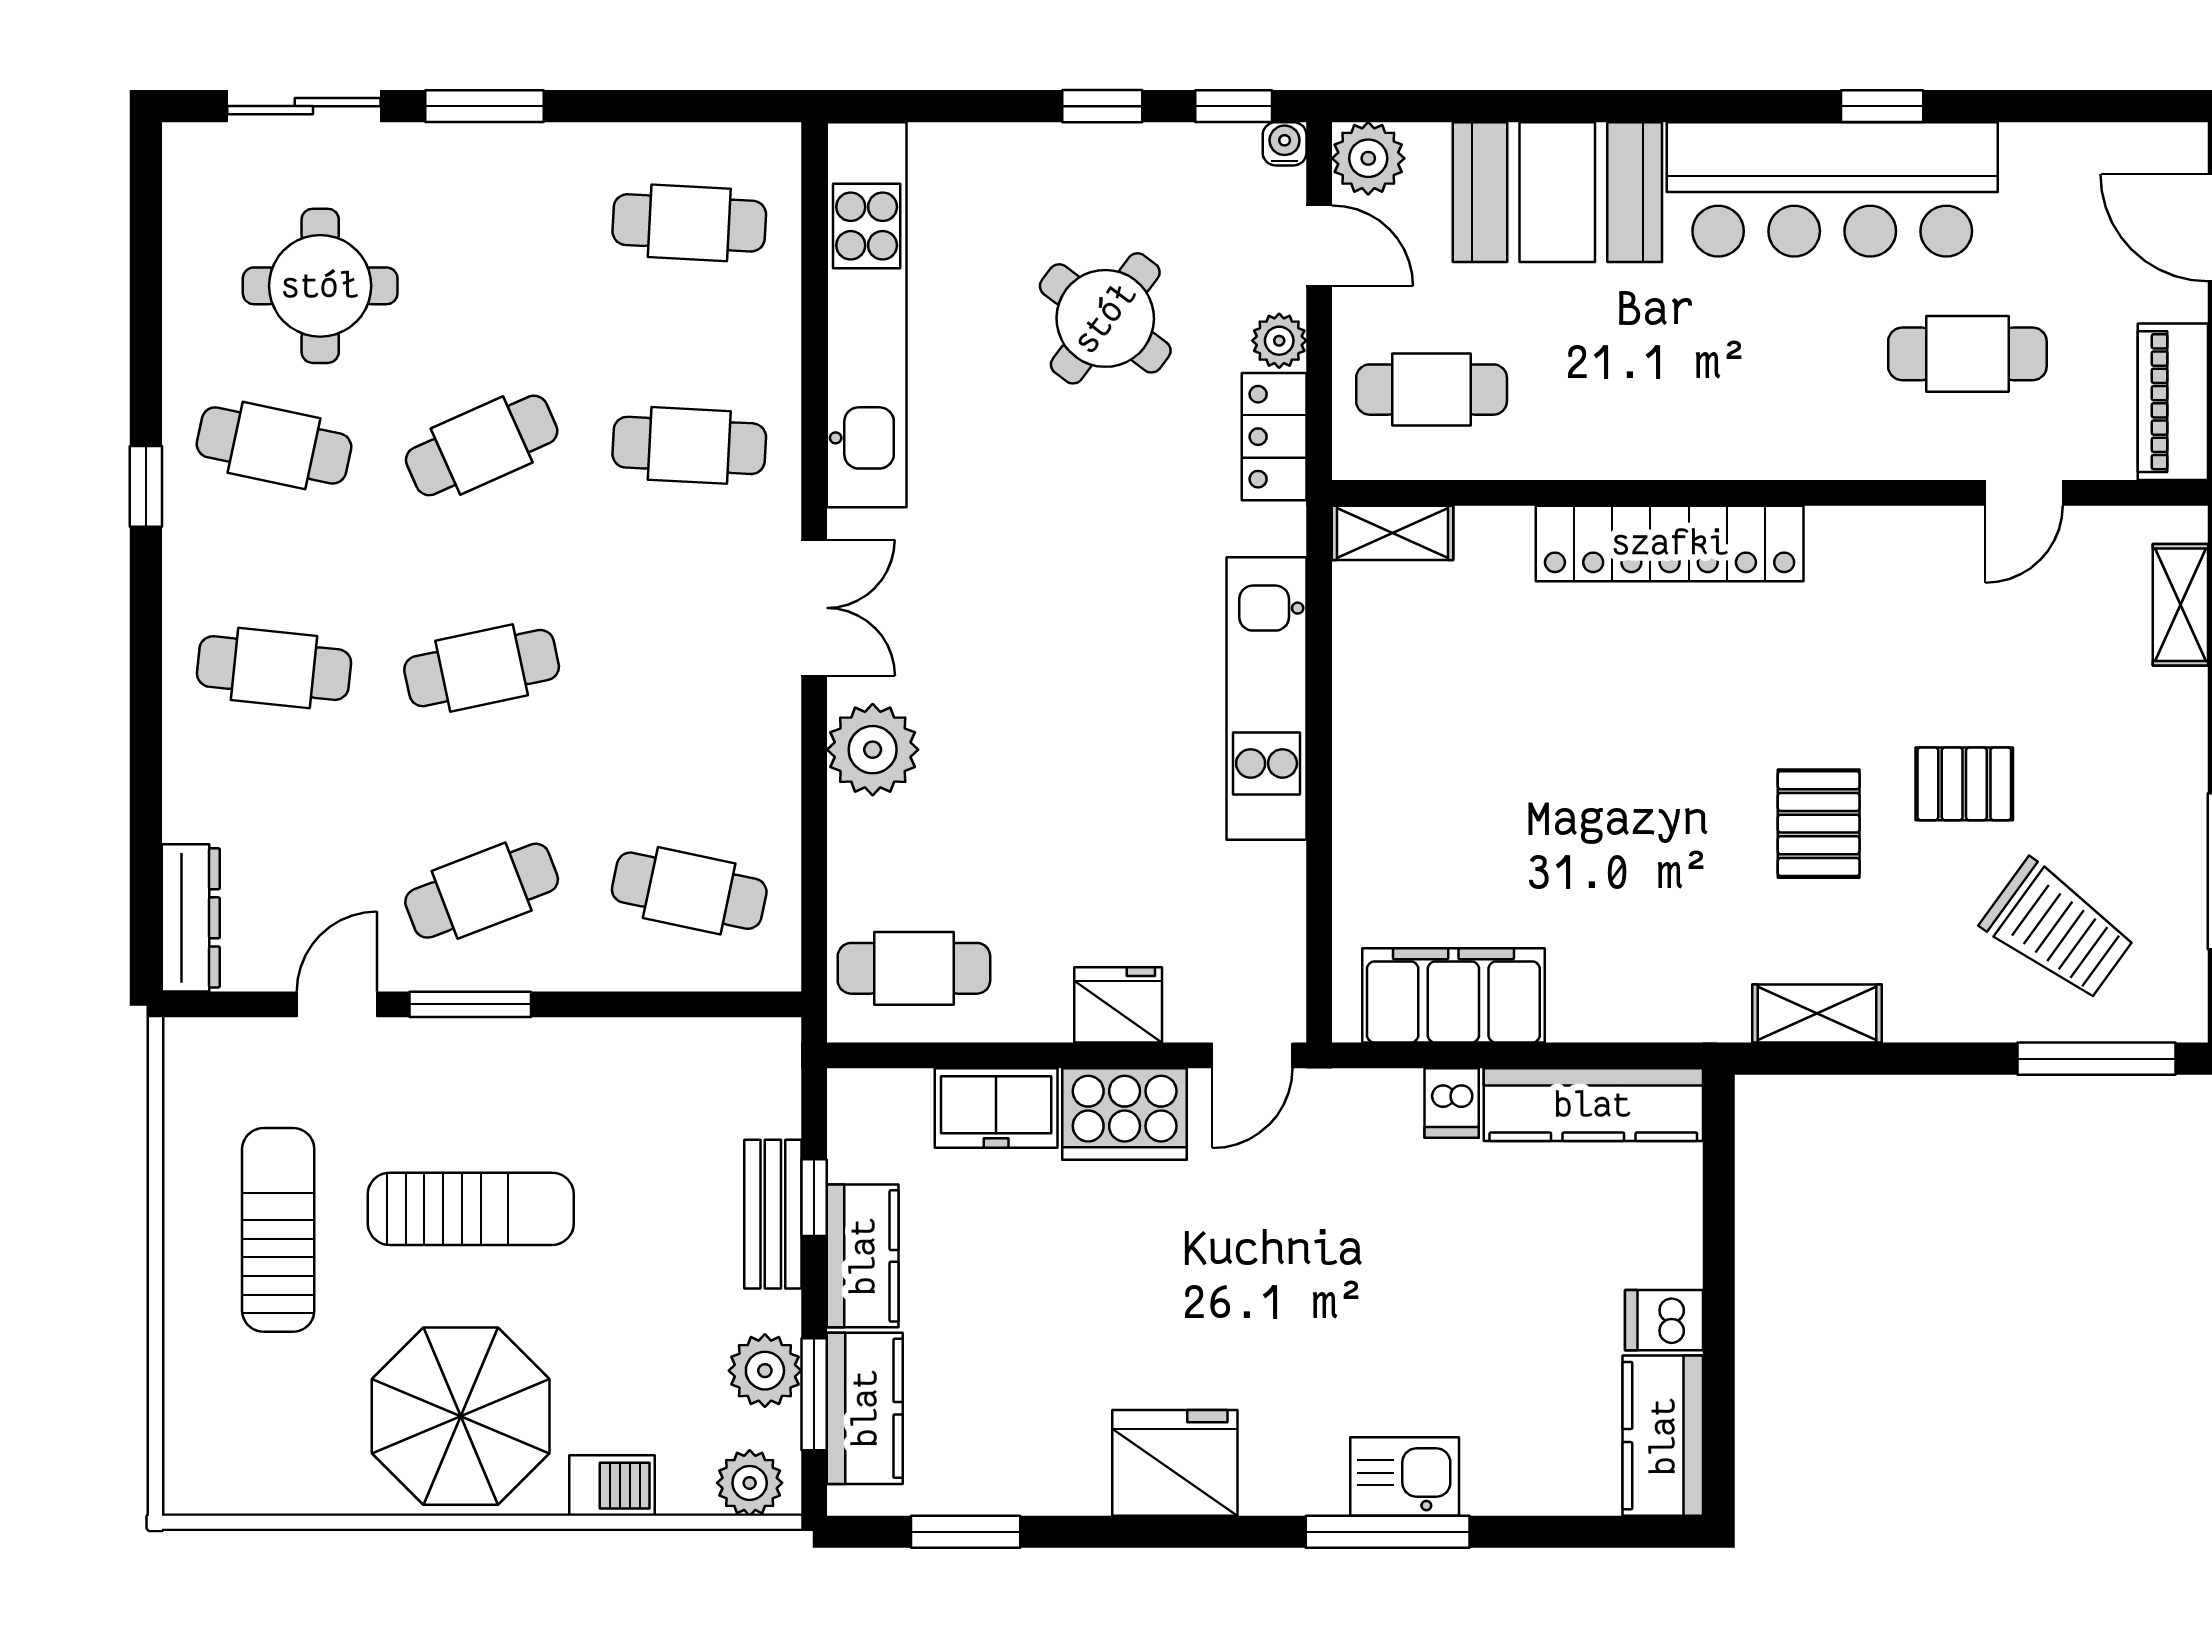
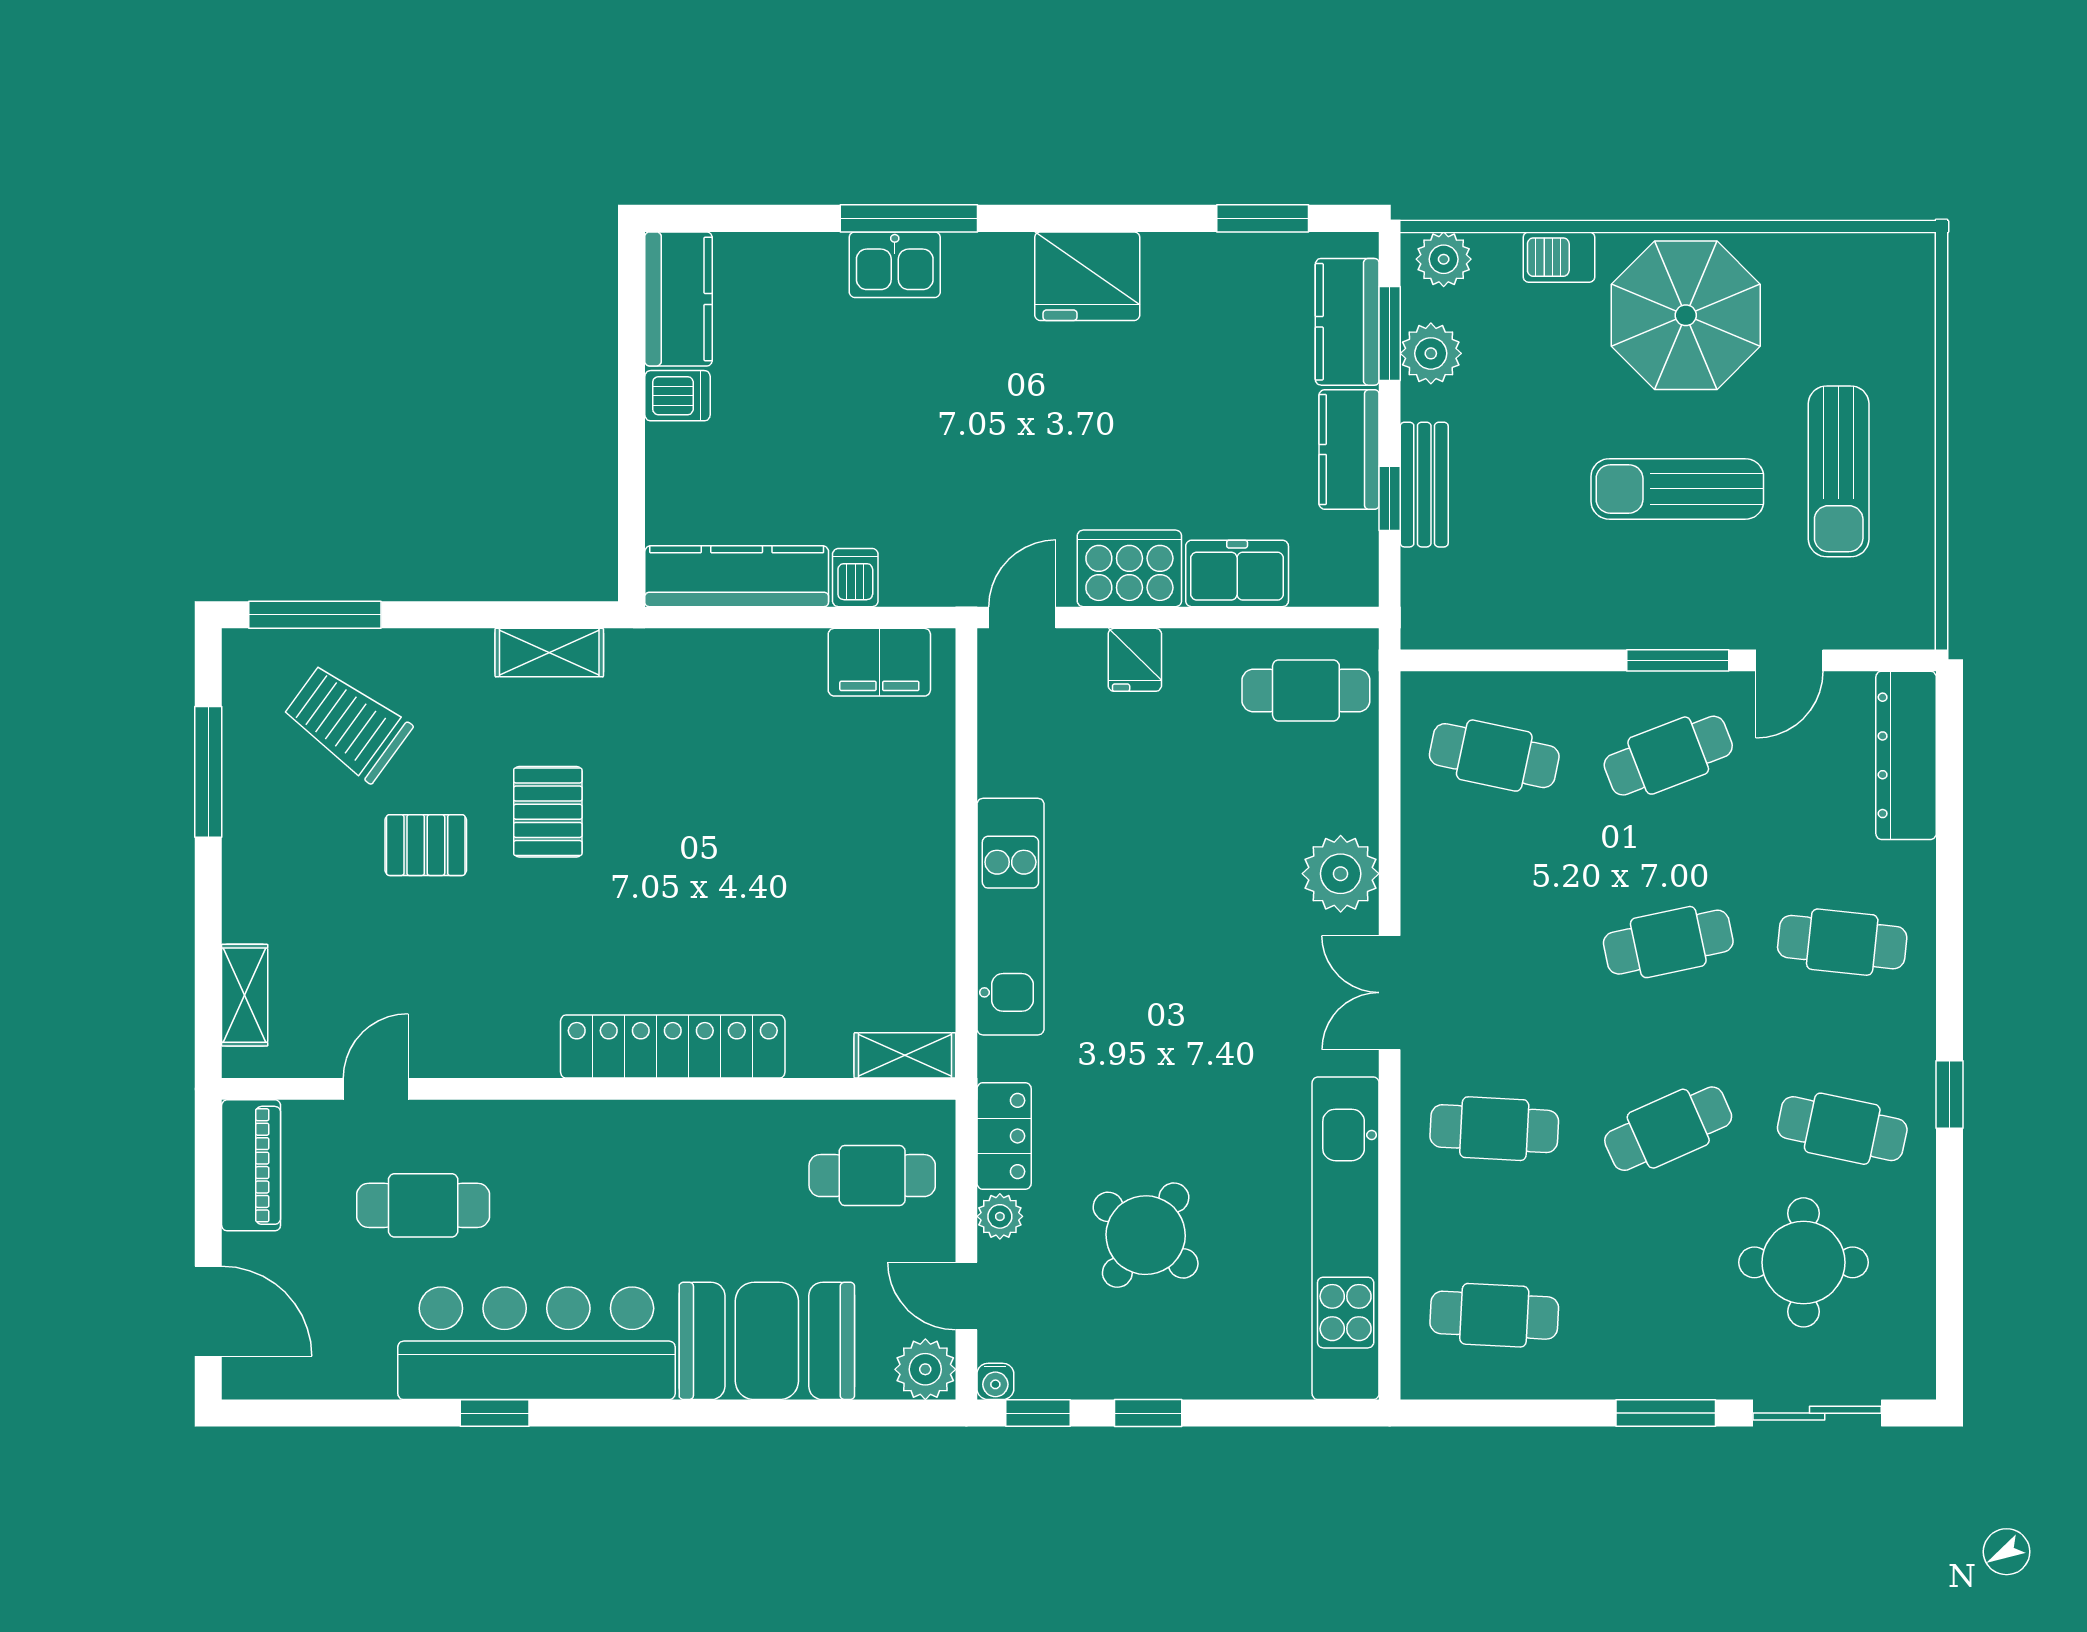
dresser: (191, 918) -> (1906, 755), width x1.37, depth x1.24
filing cabinet: (1453, 995) -> (879, 662), width x0.67, depth x0.86
fridge: (1118, 1005) -> (1135, 660), width x0.72

